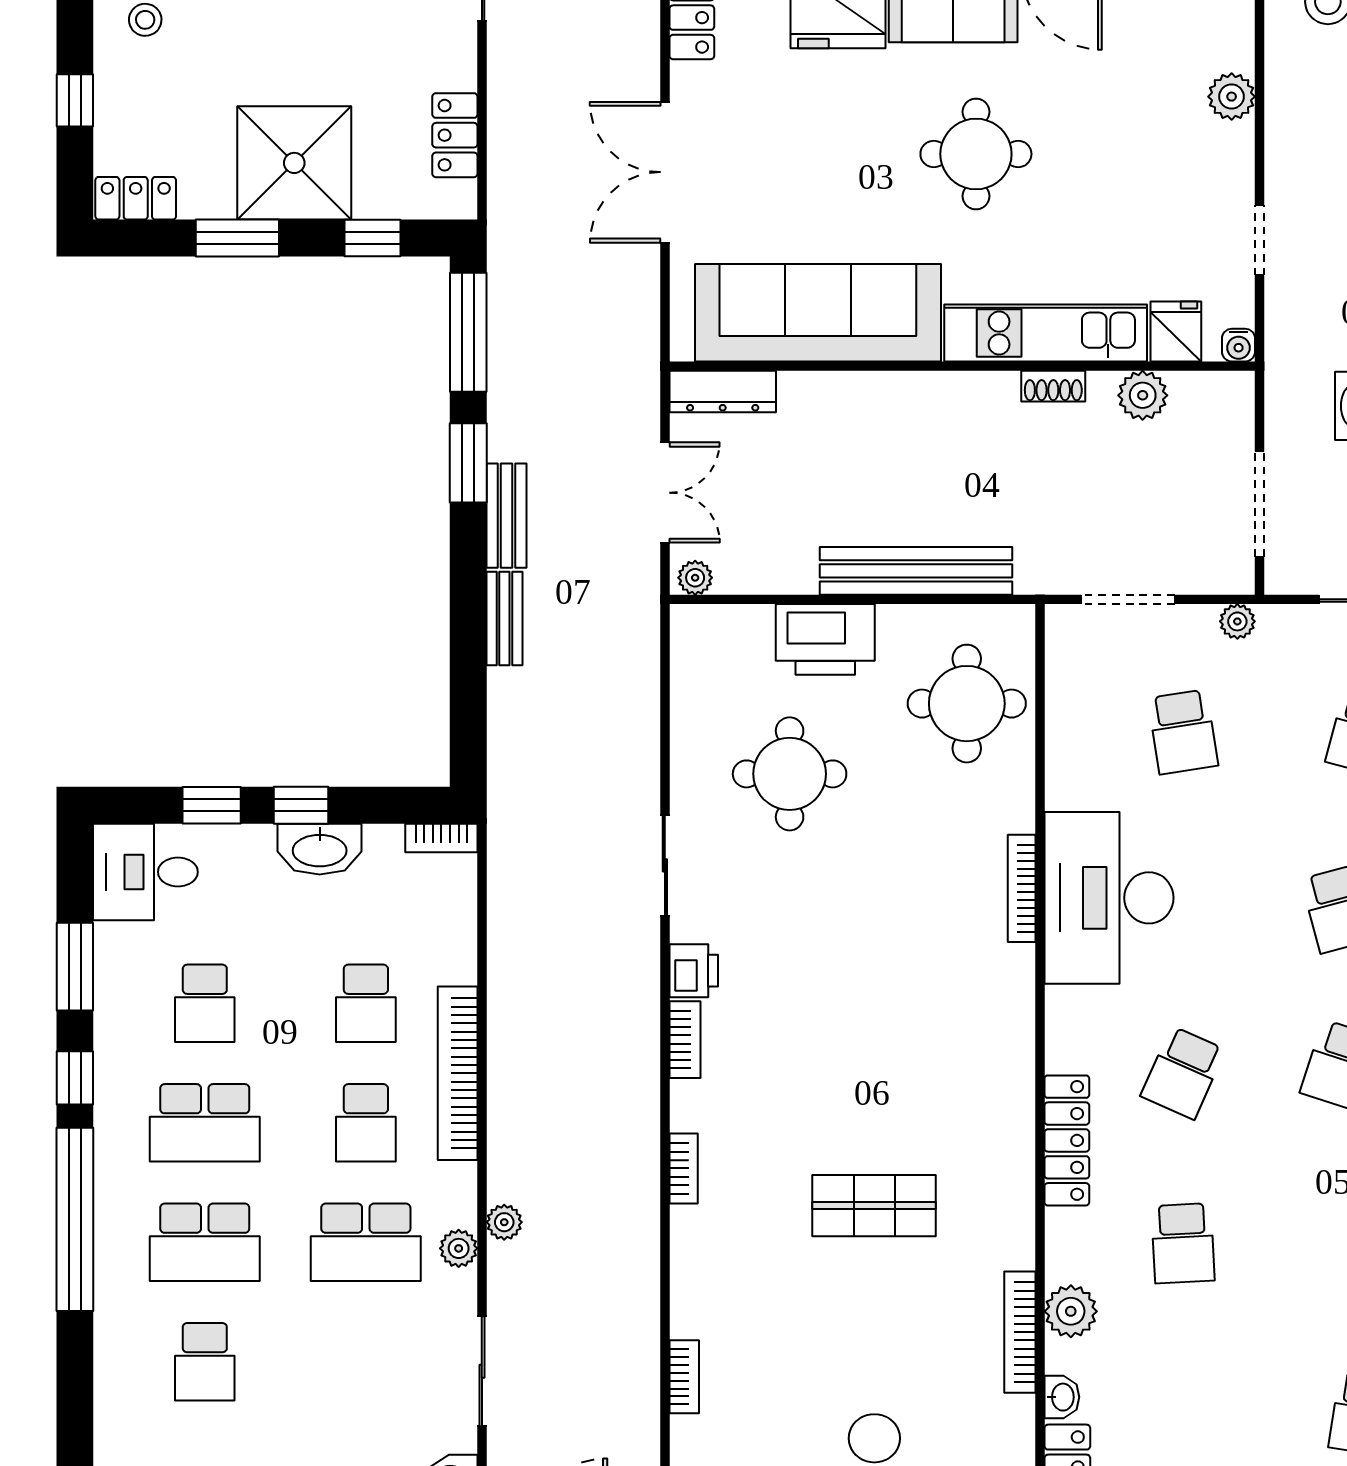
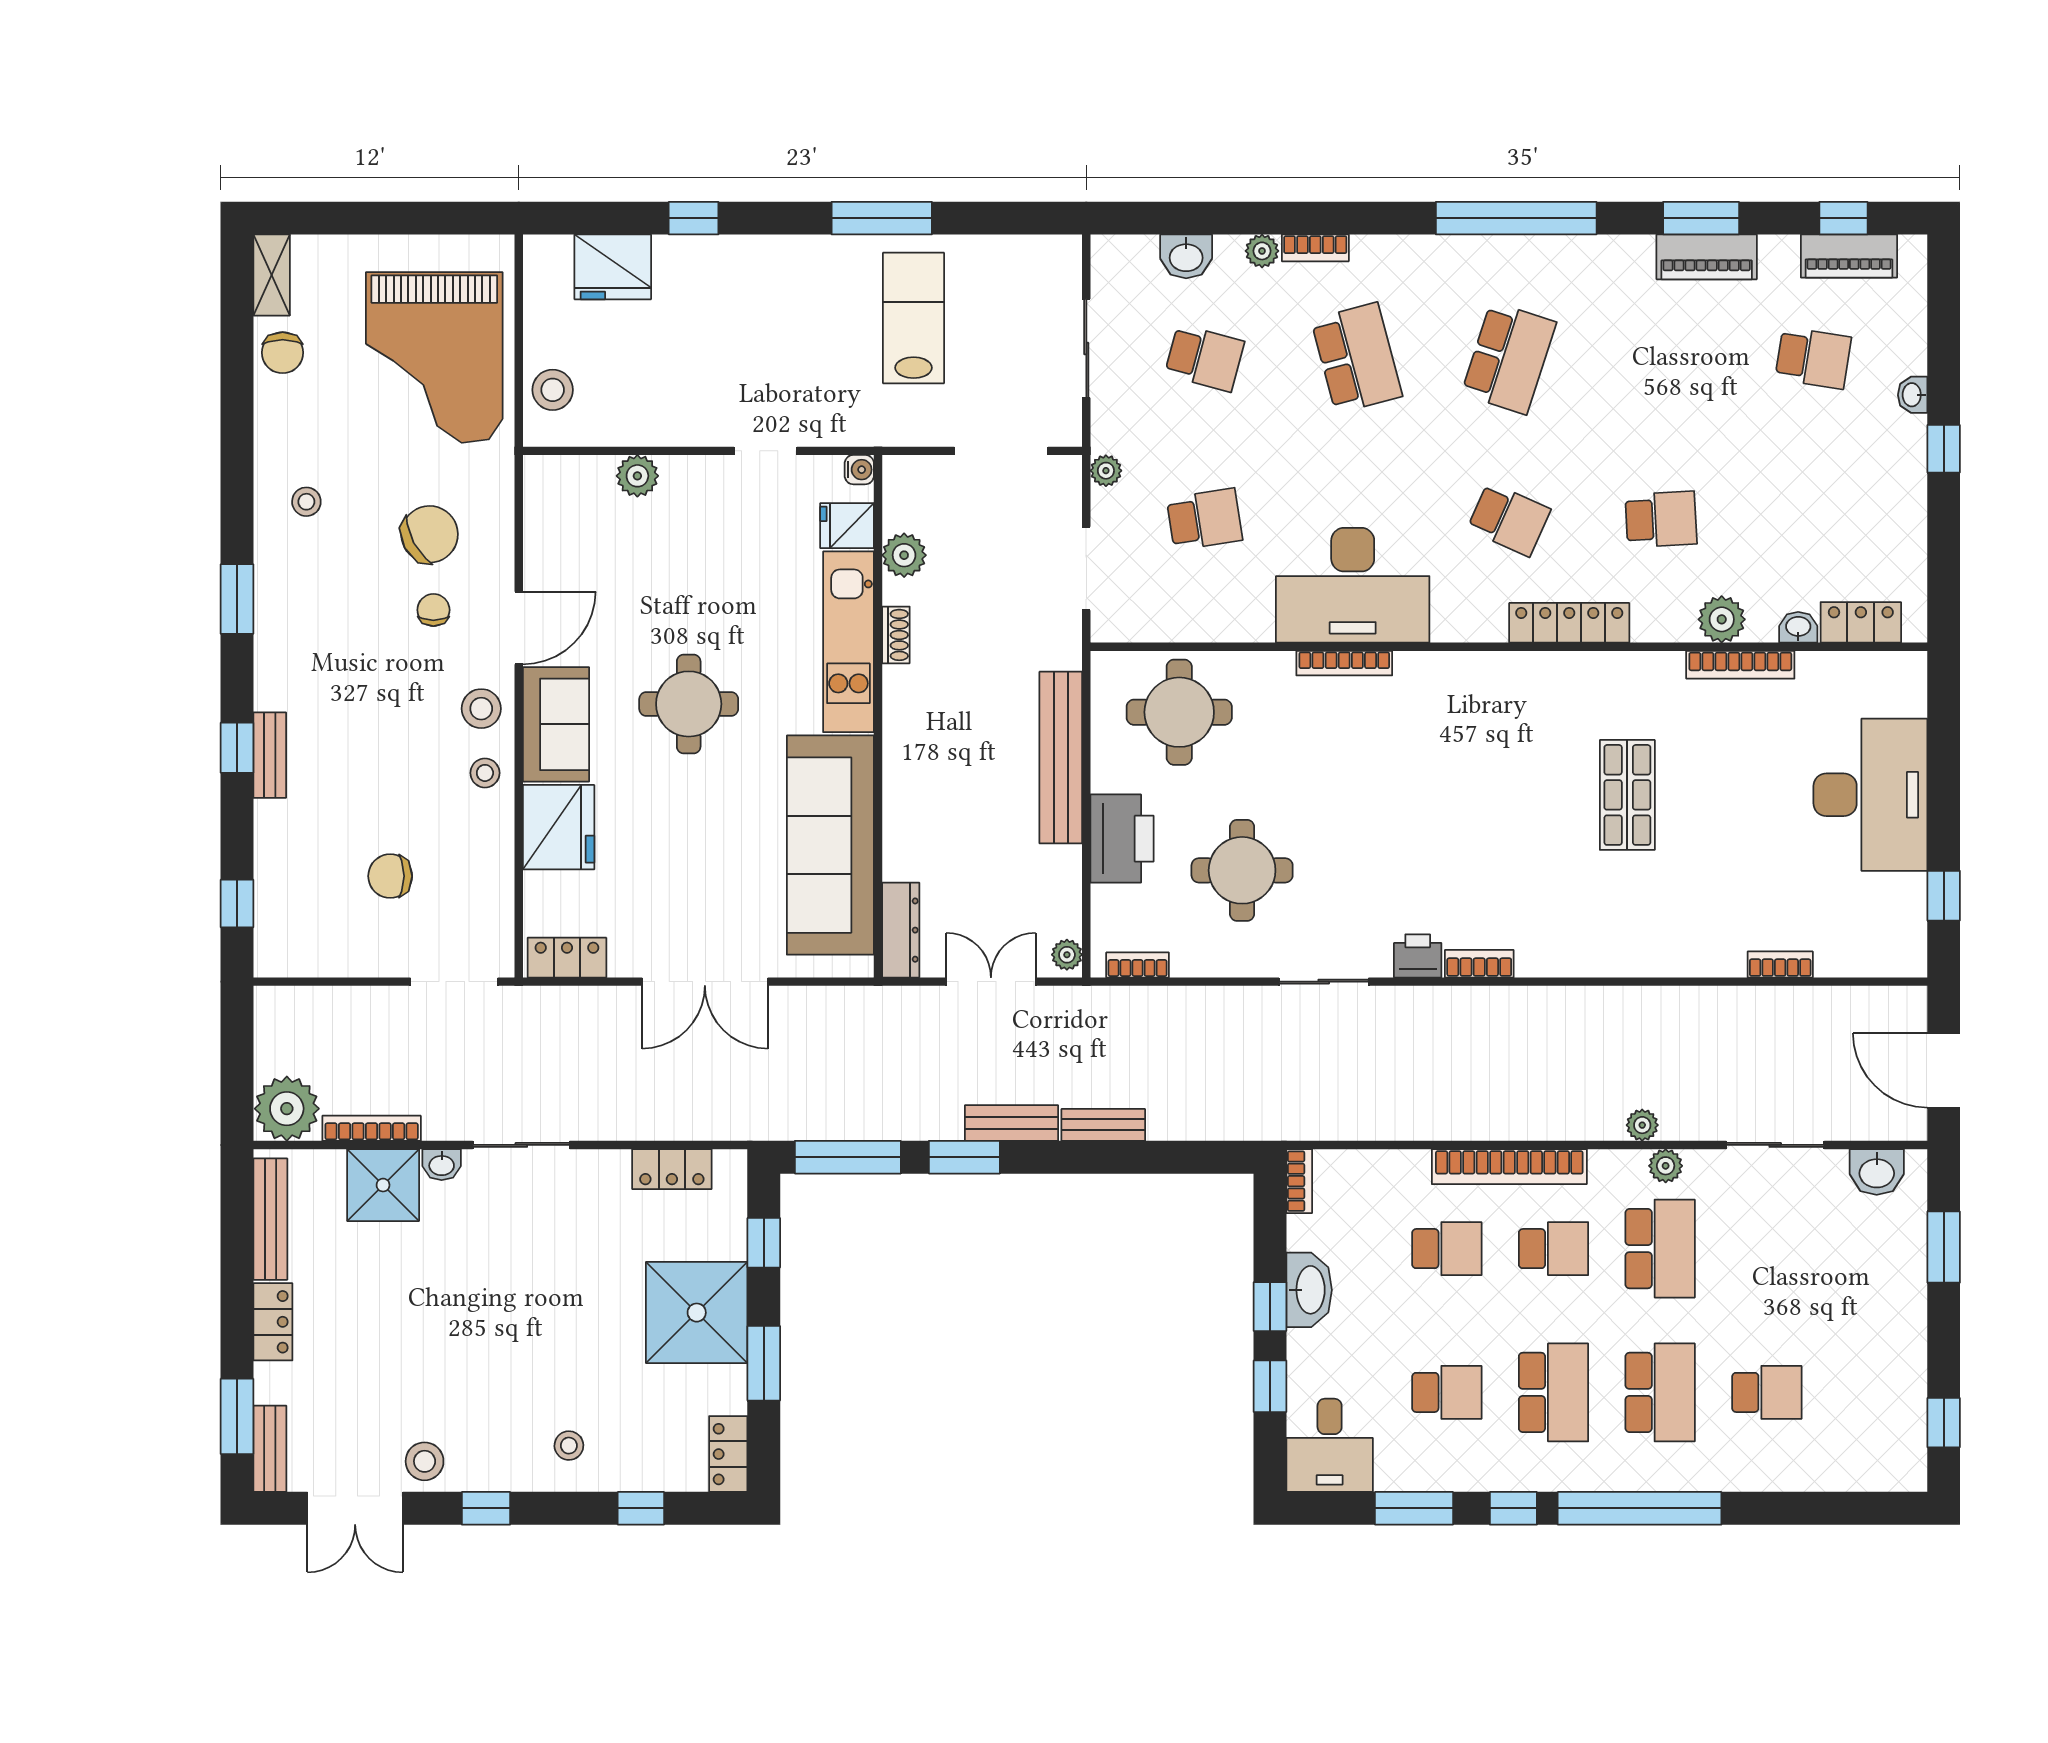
bookcase: (684, 1168) -> (1138, 965), moved

